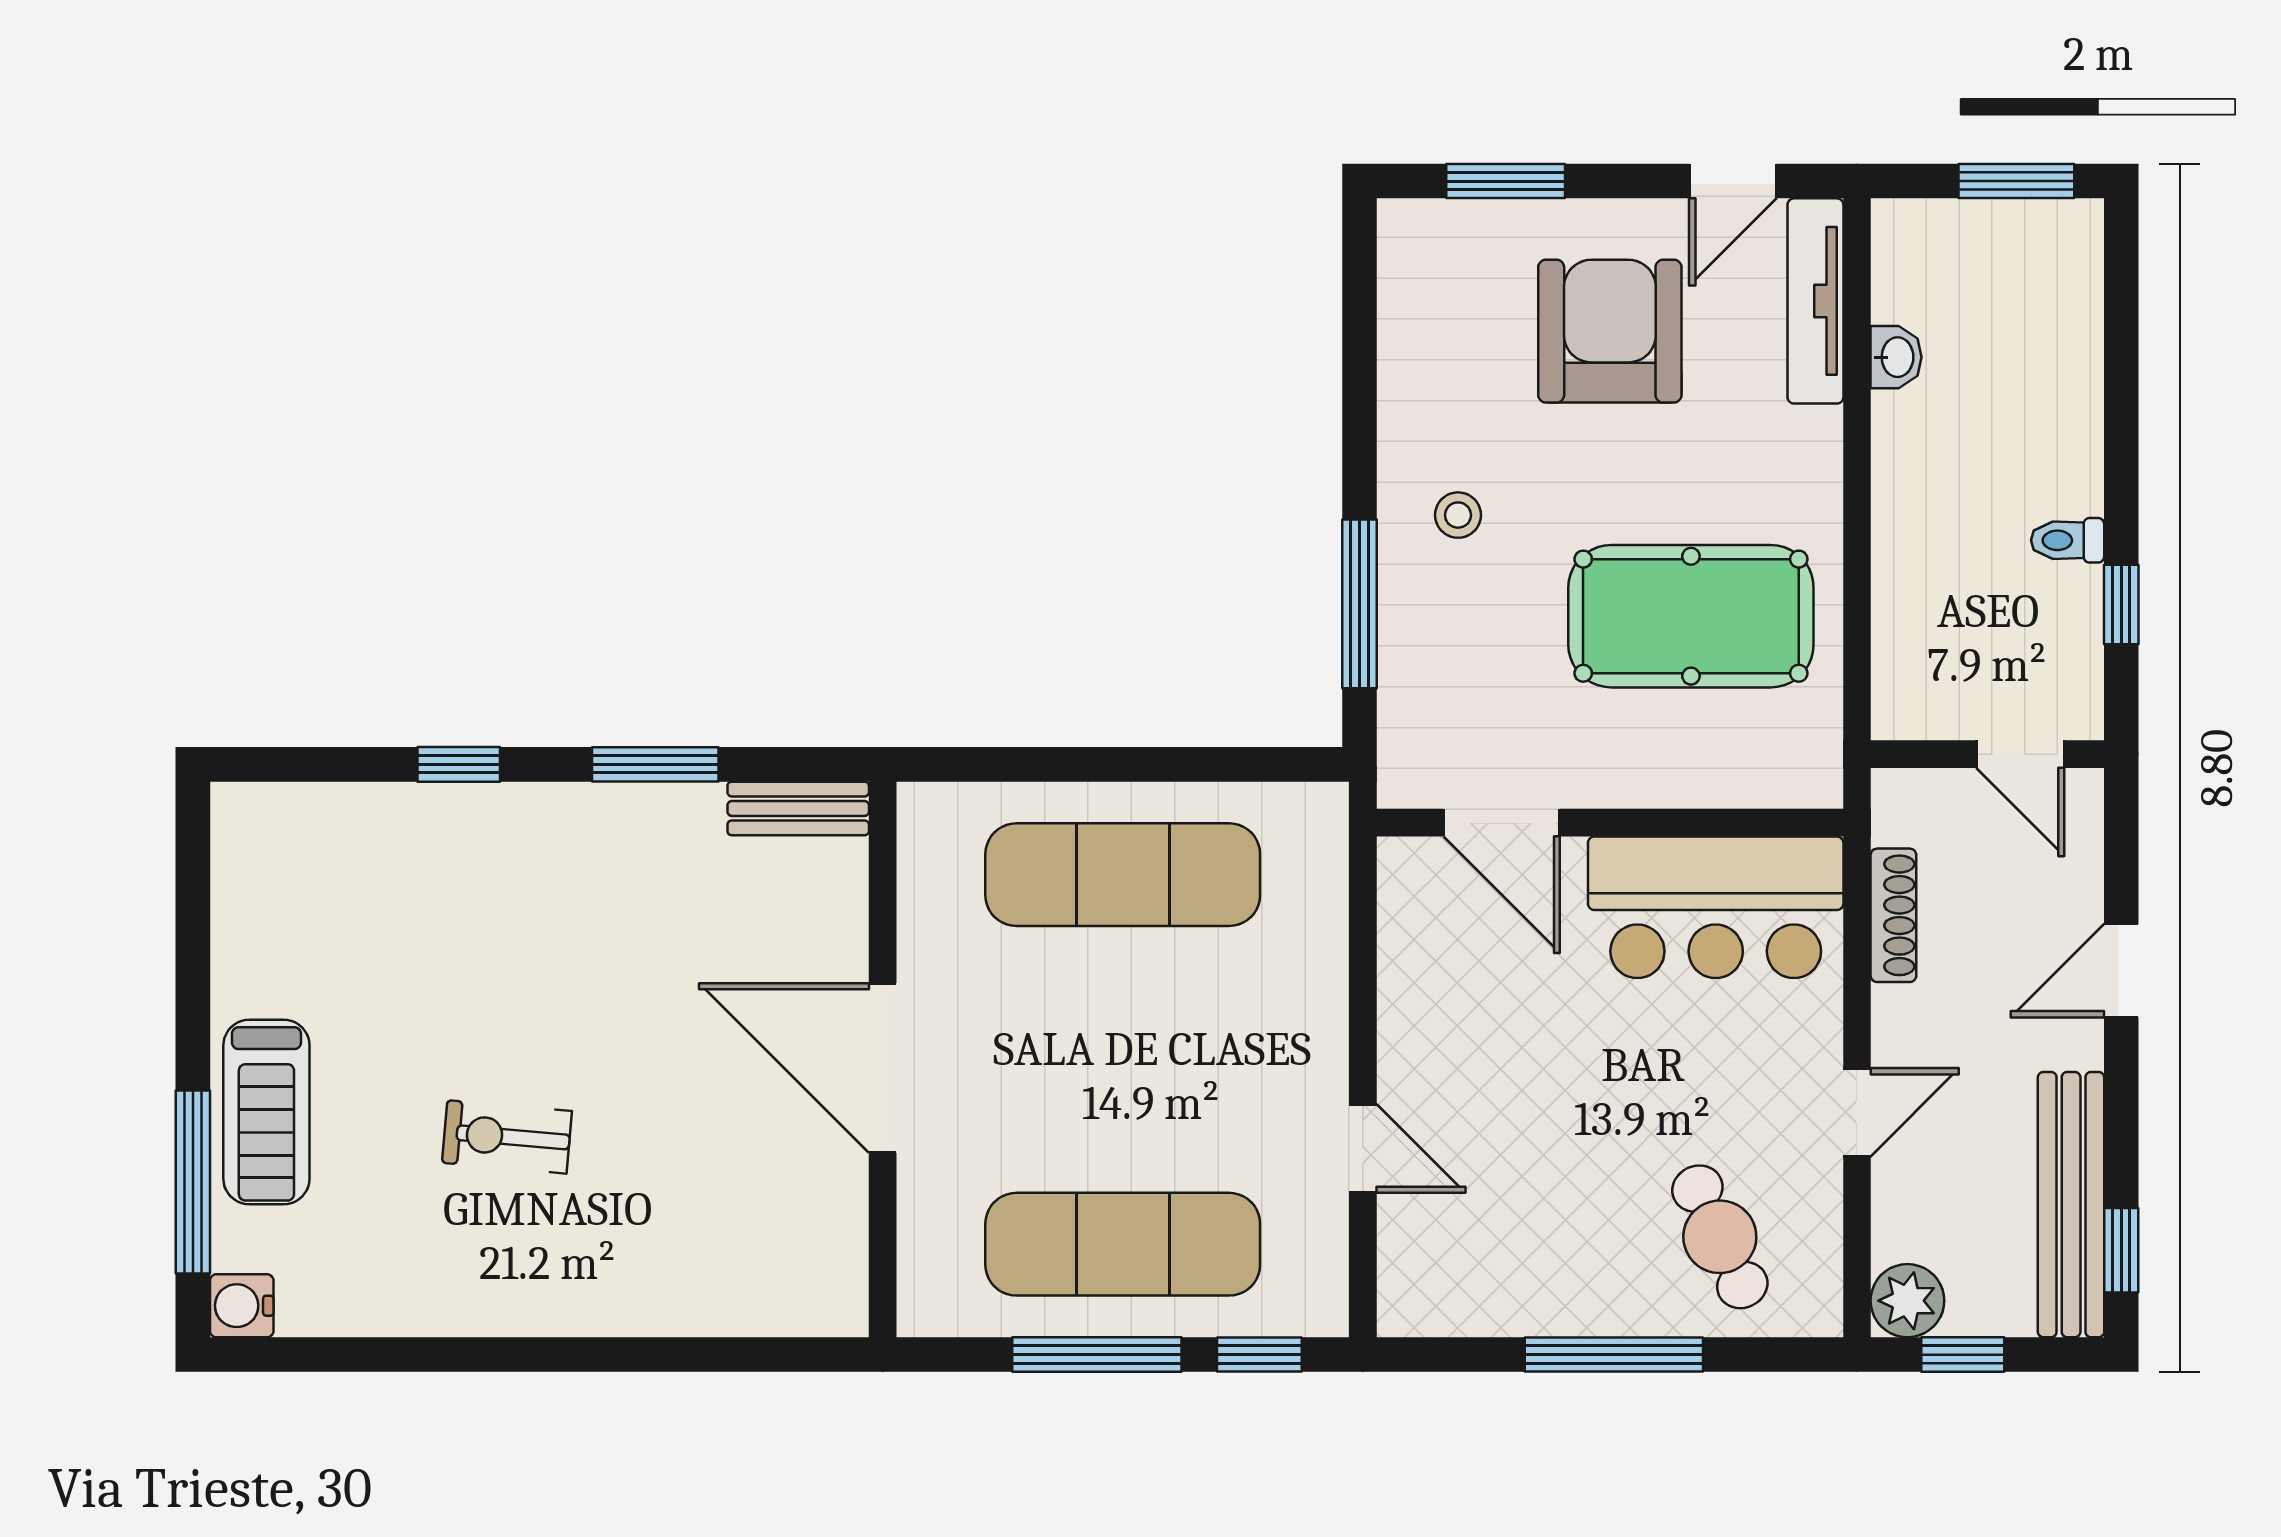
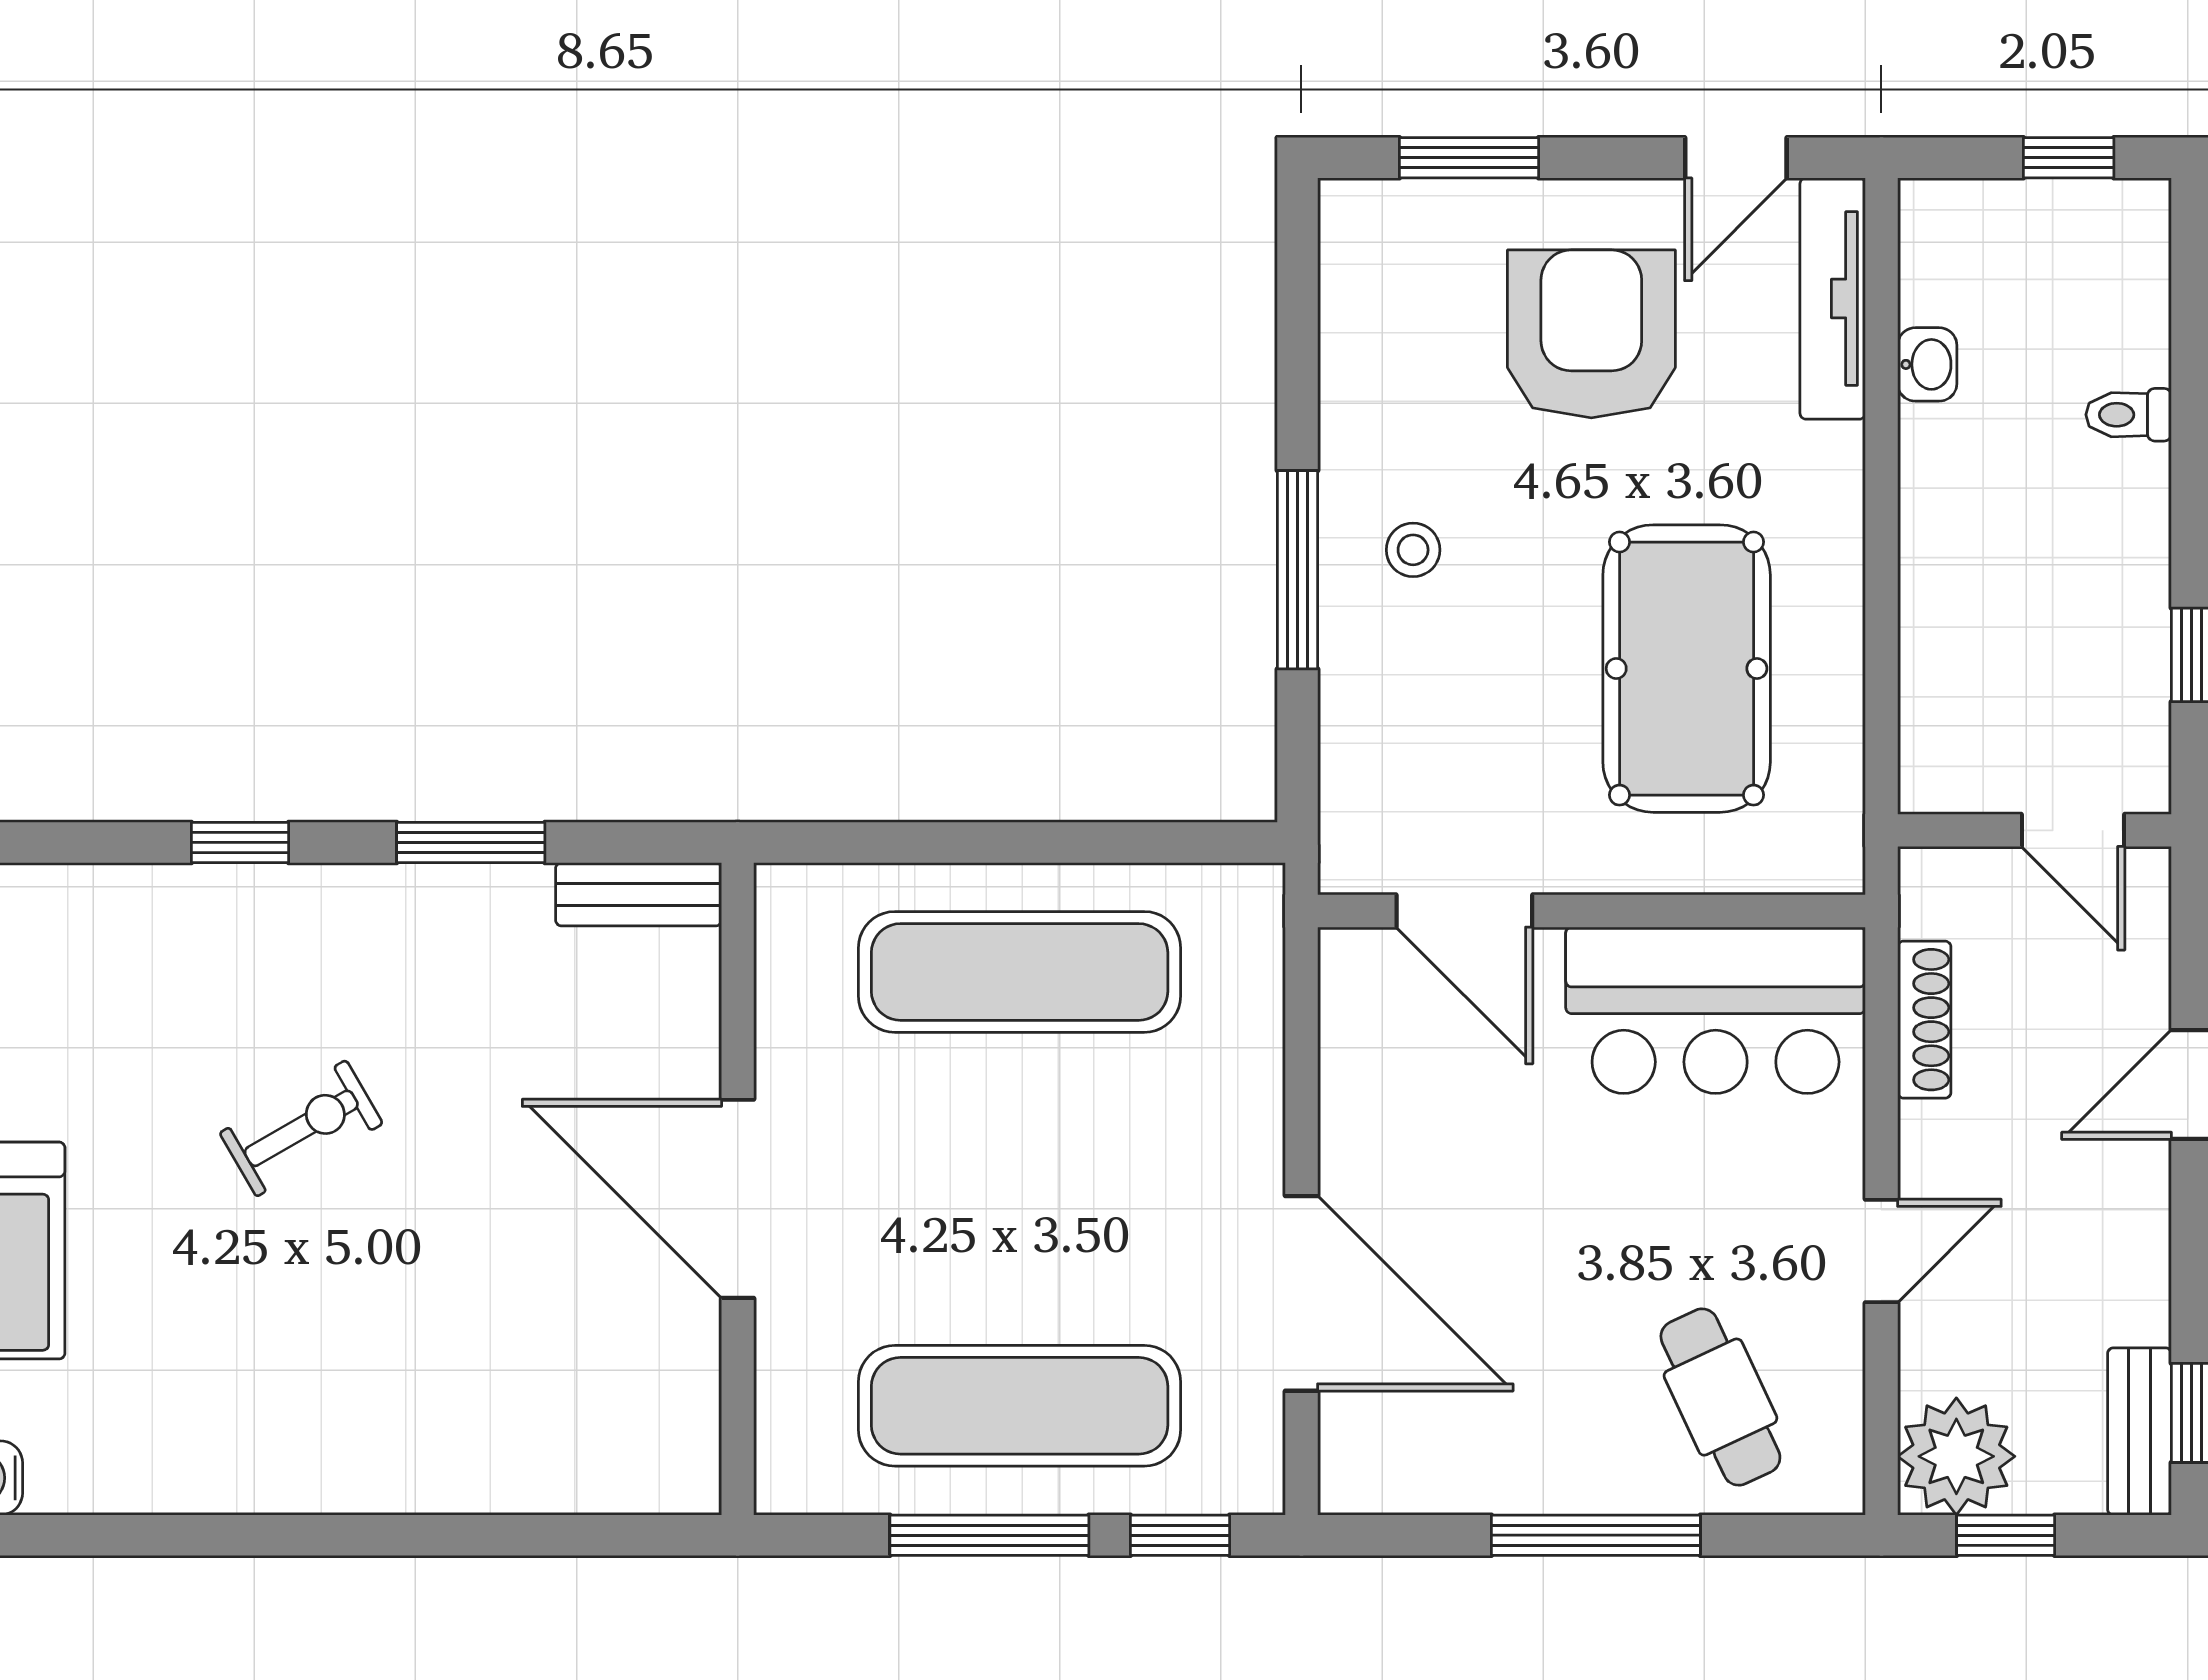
window: (2016, 181) -> (2069, 158), width x0.67
toilet: (2068, 540) -> (2129, 415), moved
window: (1359, 604) -> (1297, 570), moved
pool table: (1691, 616) -> (1687, 669), turned 90
exercise bike: (507, 1137) -> (301, 1128), moved, turned 145
door: (1363, 1148) -> (1301, 1293), width x1.87
bench: (2071, 1205) -> (2140, 1431), width x0.54, depth x0.82
plant: (1907, 1301) -> (1956, 1456), width x1.36, depth x1.36

